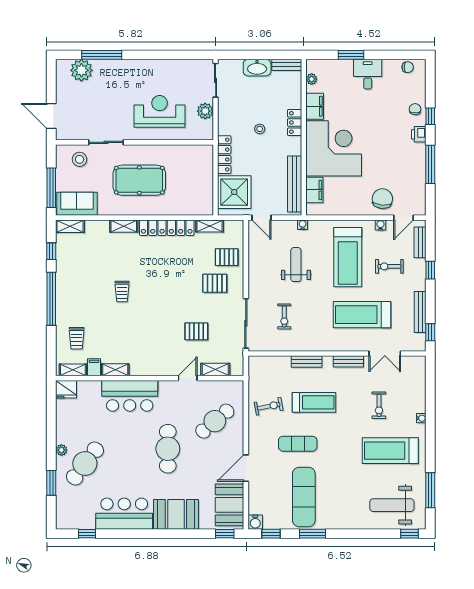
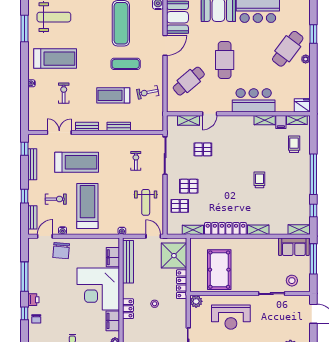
plant: (205, 111) -> (196, 301), moved
pool table: (139, 180) -> (219, 270), moved, turned 90
weight bench: (296, 265) -> (146, 202), moved

